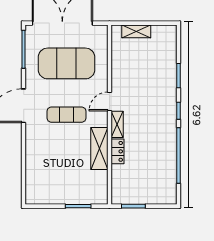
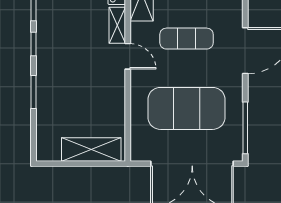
shelving: (136, 31) -> (91, 149), width x1.50, depth x1.33
door: (109, 102) -> (128, 56), hinge flipped

